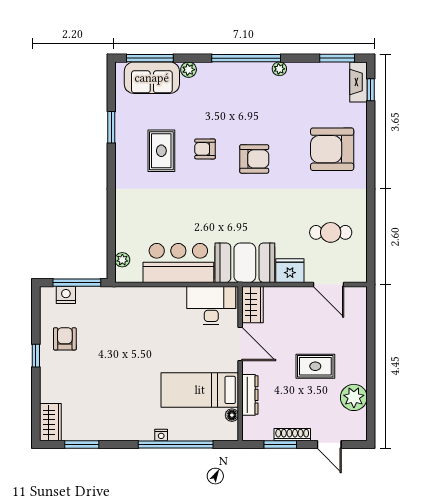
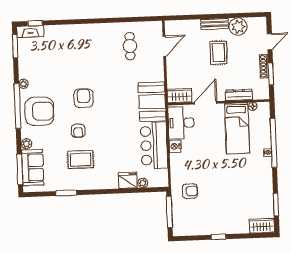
armchair: (332, 149) -> (39, 111), moved, turned -90
plant: (122, 260) -> (143, 183), moved
fridge: (290, 271) -> (128, 180), moved, turned 90
nightstand: (66, 295) -> (175, 146), moved
armchair: (65, 339) -> (190, 191), moved, turned 180
bench: (359, 362) -> (215, 24), added

